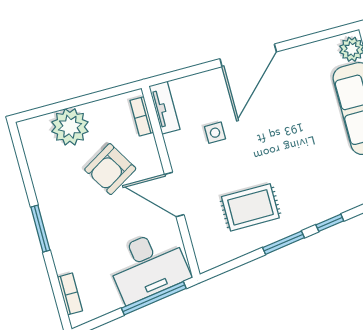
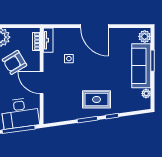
door: (248, 55) -> (95, 26), hinge flipped
rug: (250, 207) -> (97, 99), moved

